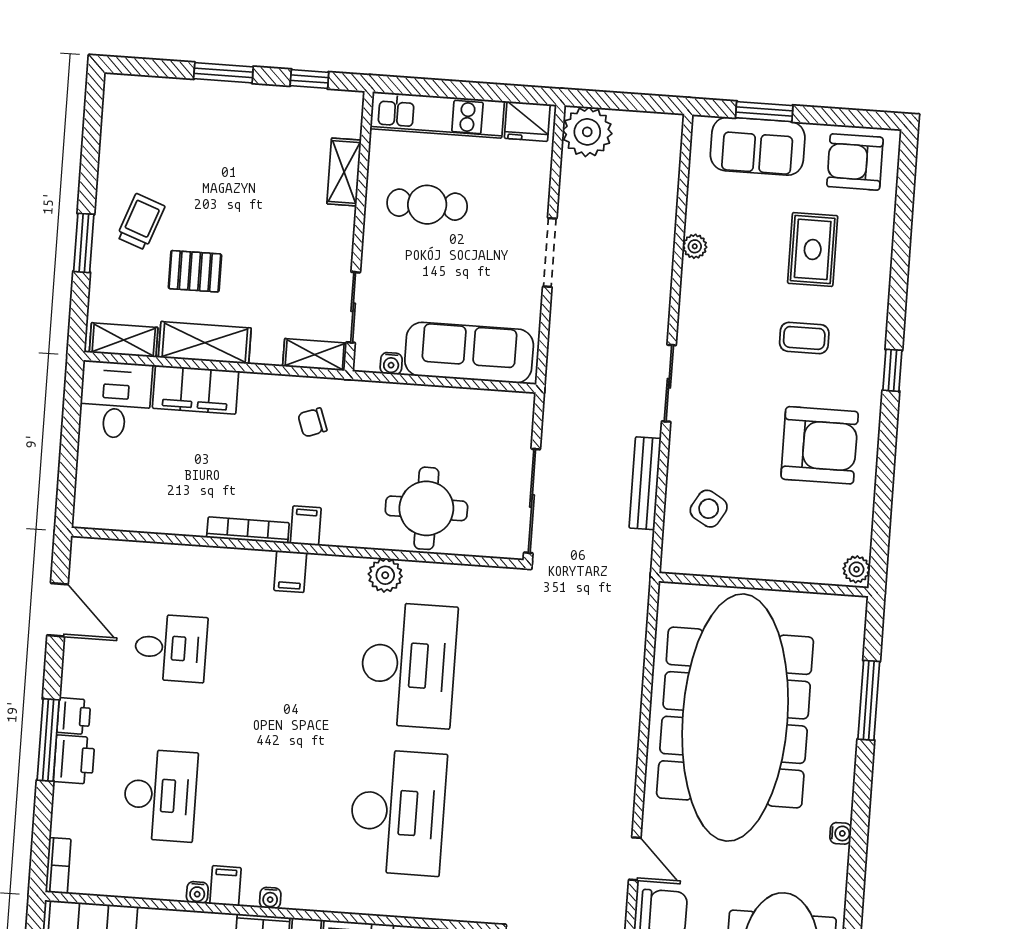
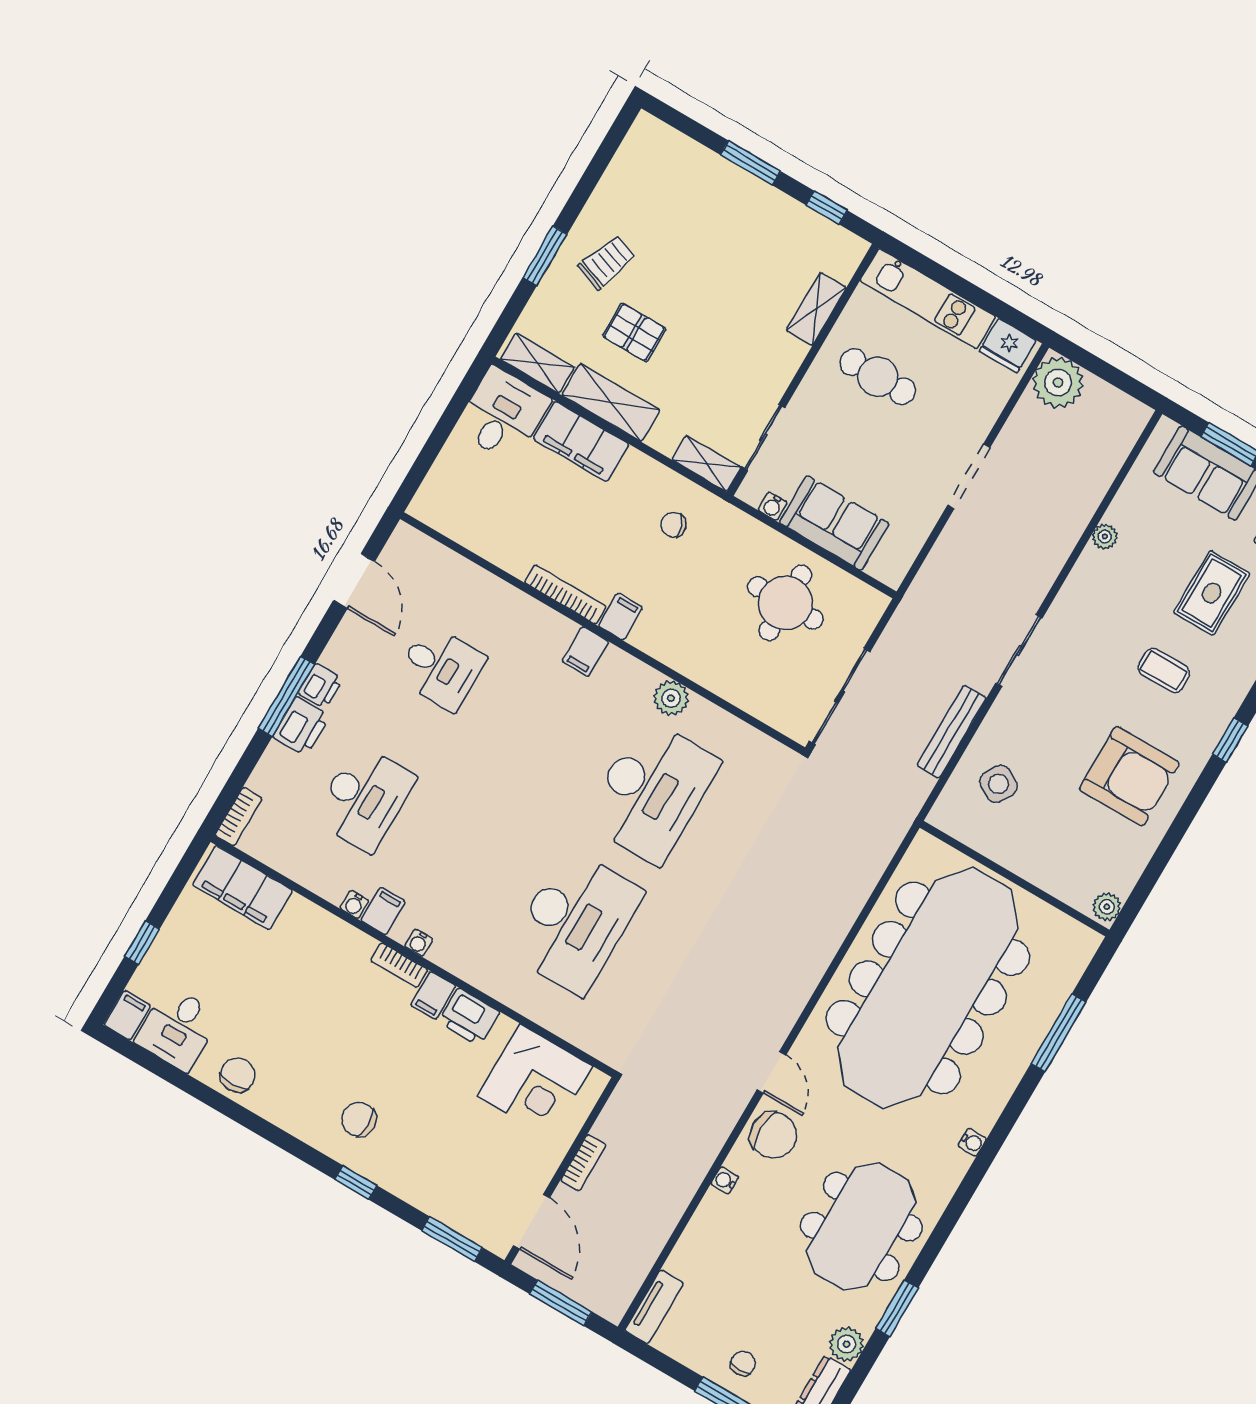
sofa: (469, 353) -> (834, 523), width x0.73
round table: (426, 508) -> (785, 603), moved

